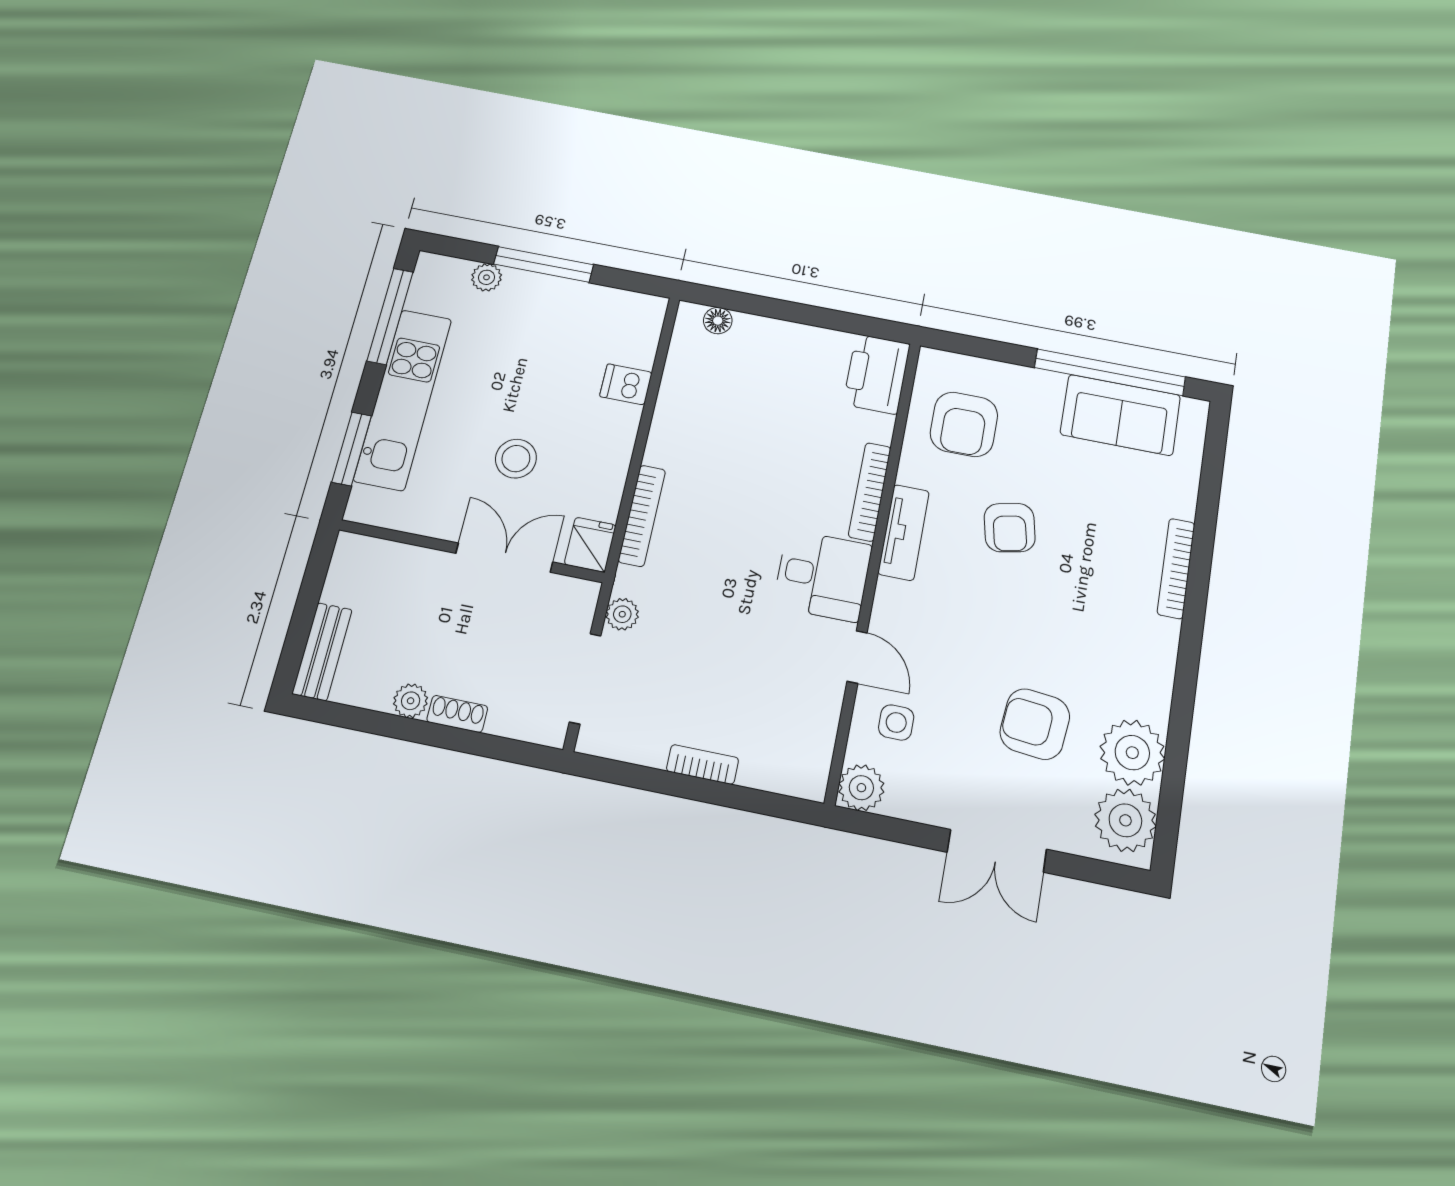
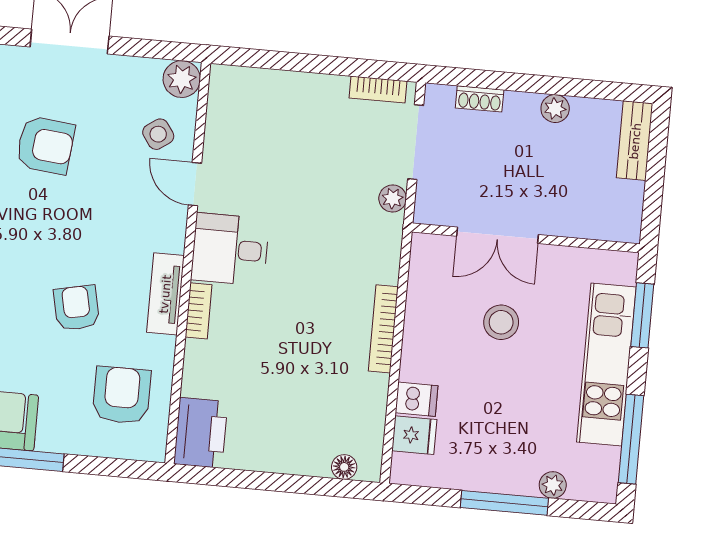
bookcase: (870, 492) -> (199, 311), width x0.64
bookcase: (642, 516) -> (383, 329), moved
fridge: (590, 545) -> (414, 435), moved, turned -90
shoe rack: (457, 714) -> (480, 99), moved
side table: (896, 722) -> (158, 134), turned -35
bookcase: (702, 764) -> (378, 90), moved

